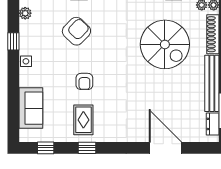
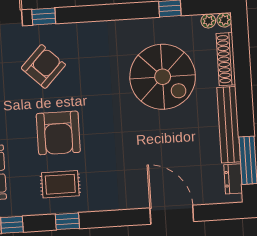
armchair: (84, 81) -> (58, 133), width x1.88, depth x1.88
rug: (83, 120) -> (60, 184), turned 90

